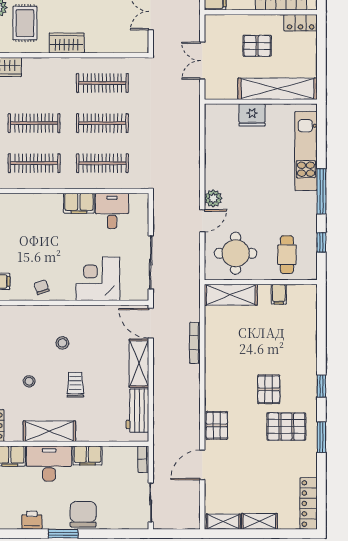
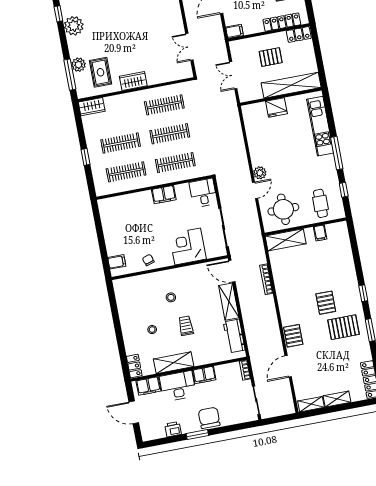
desk: (112, 211) -> (203, 193), moved

